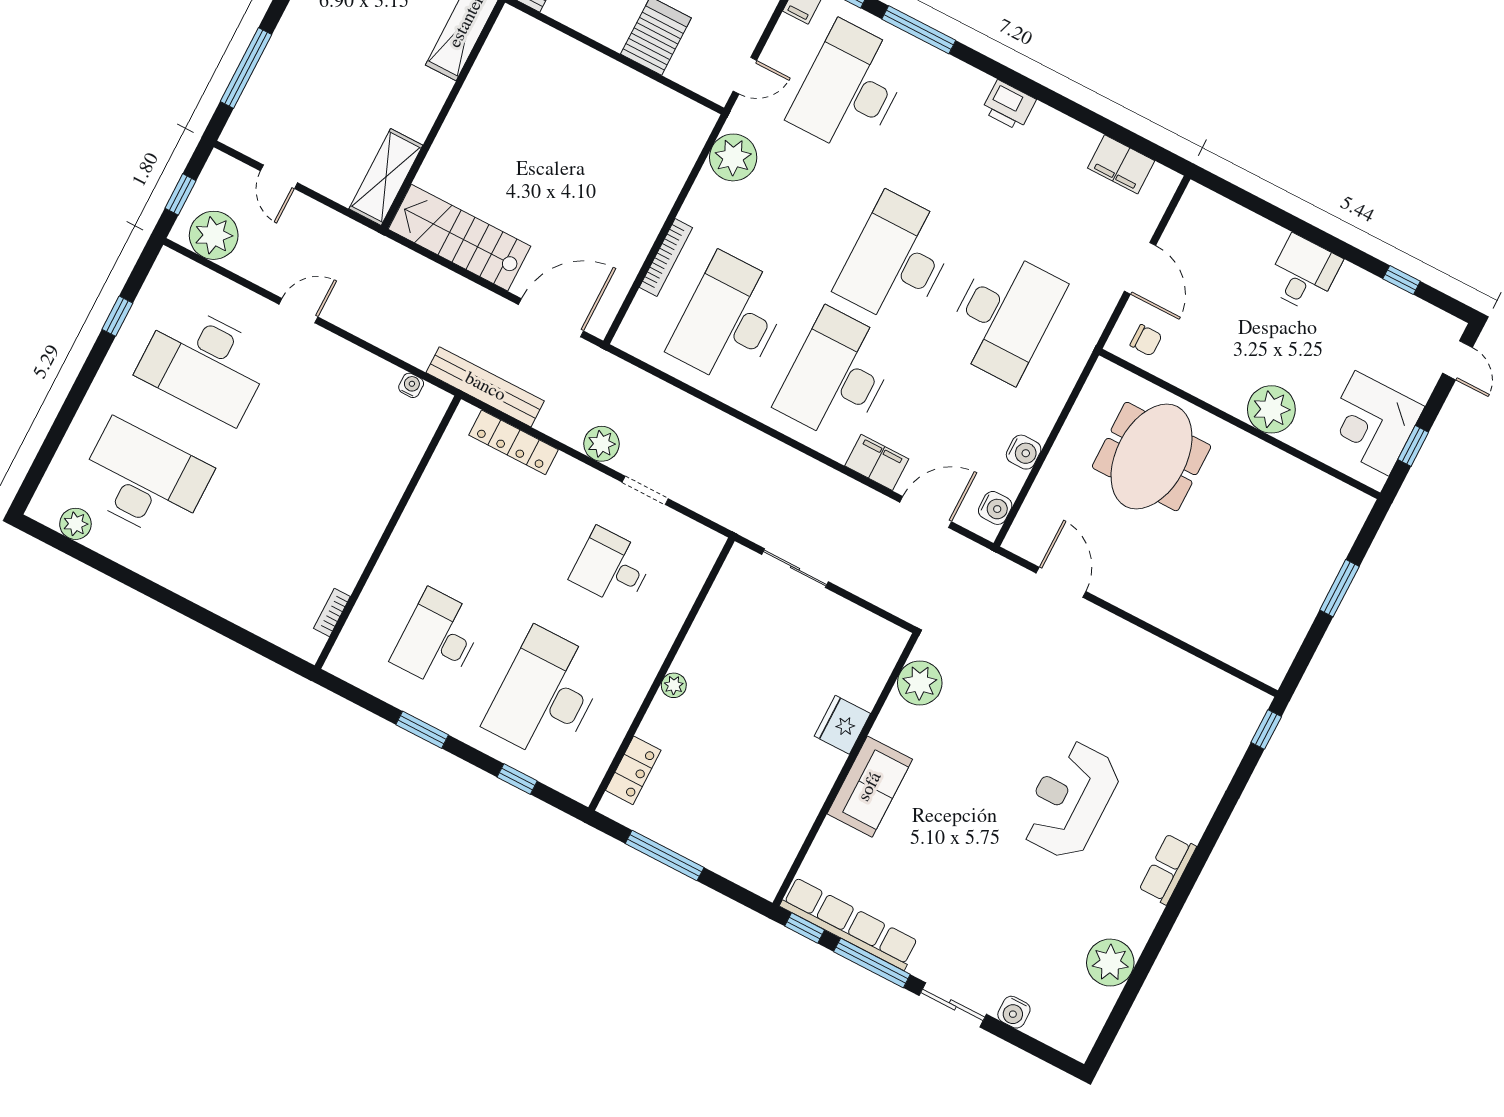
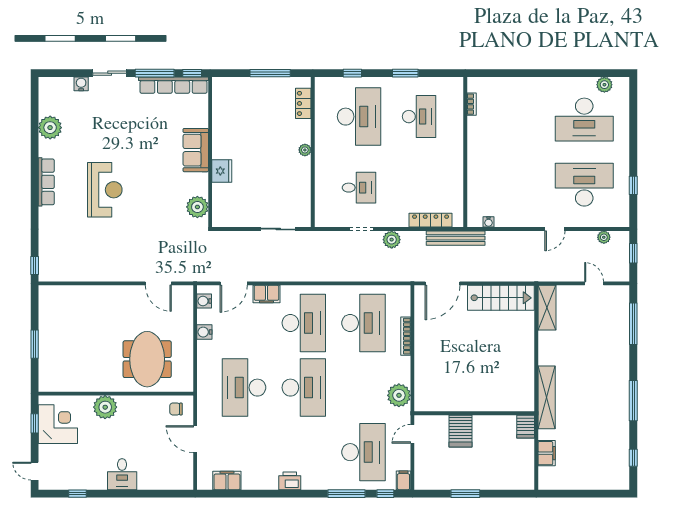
plant: (214, 235) -> (604, 237), width x0.53, depth x0.53
row of seats: (1168, 869) -> (46, 182), width x1.48

